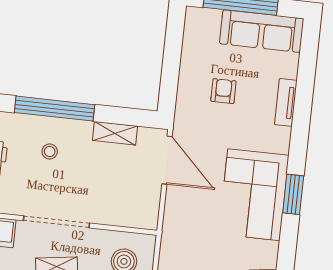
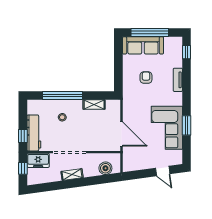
sofa: (262, 31) -> (143, 45), moved
window: (309, 50) -> (187, 52), added
door: (167, 160) -> (121, 134), moved

